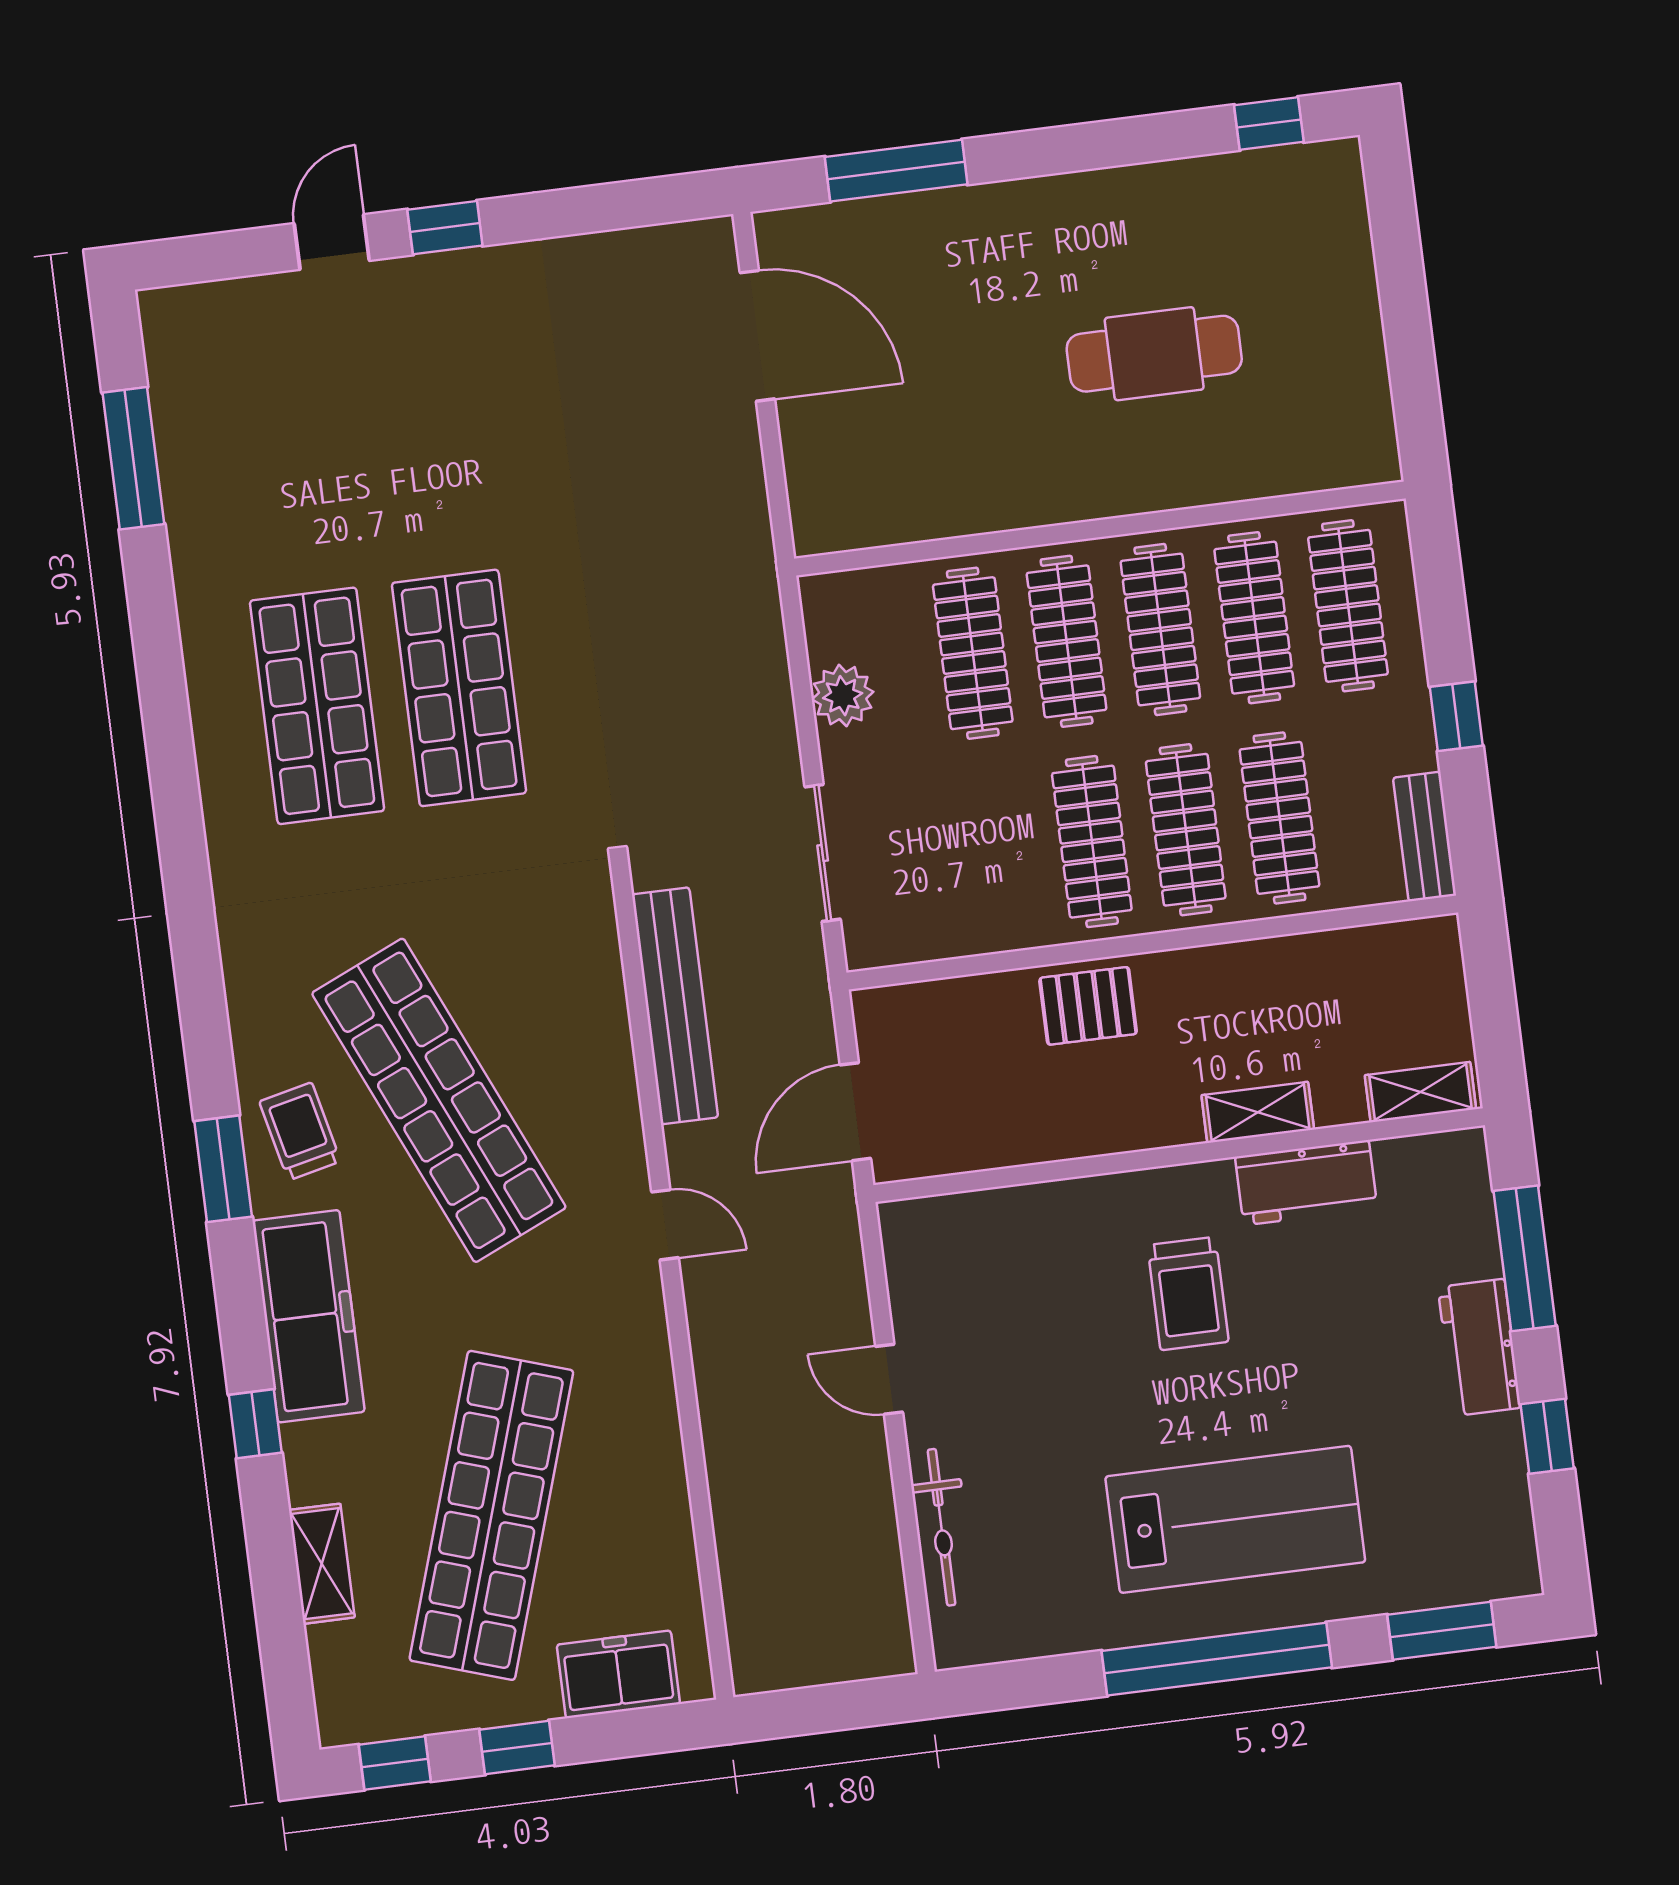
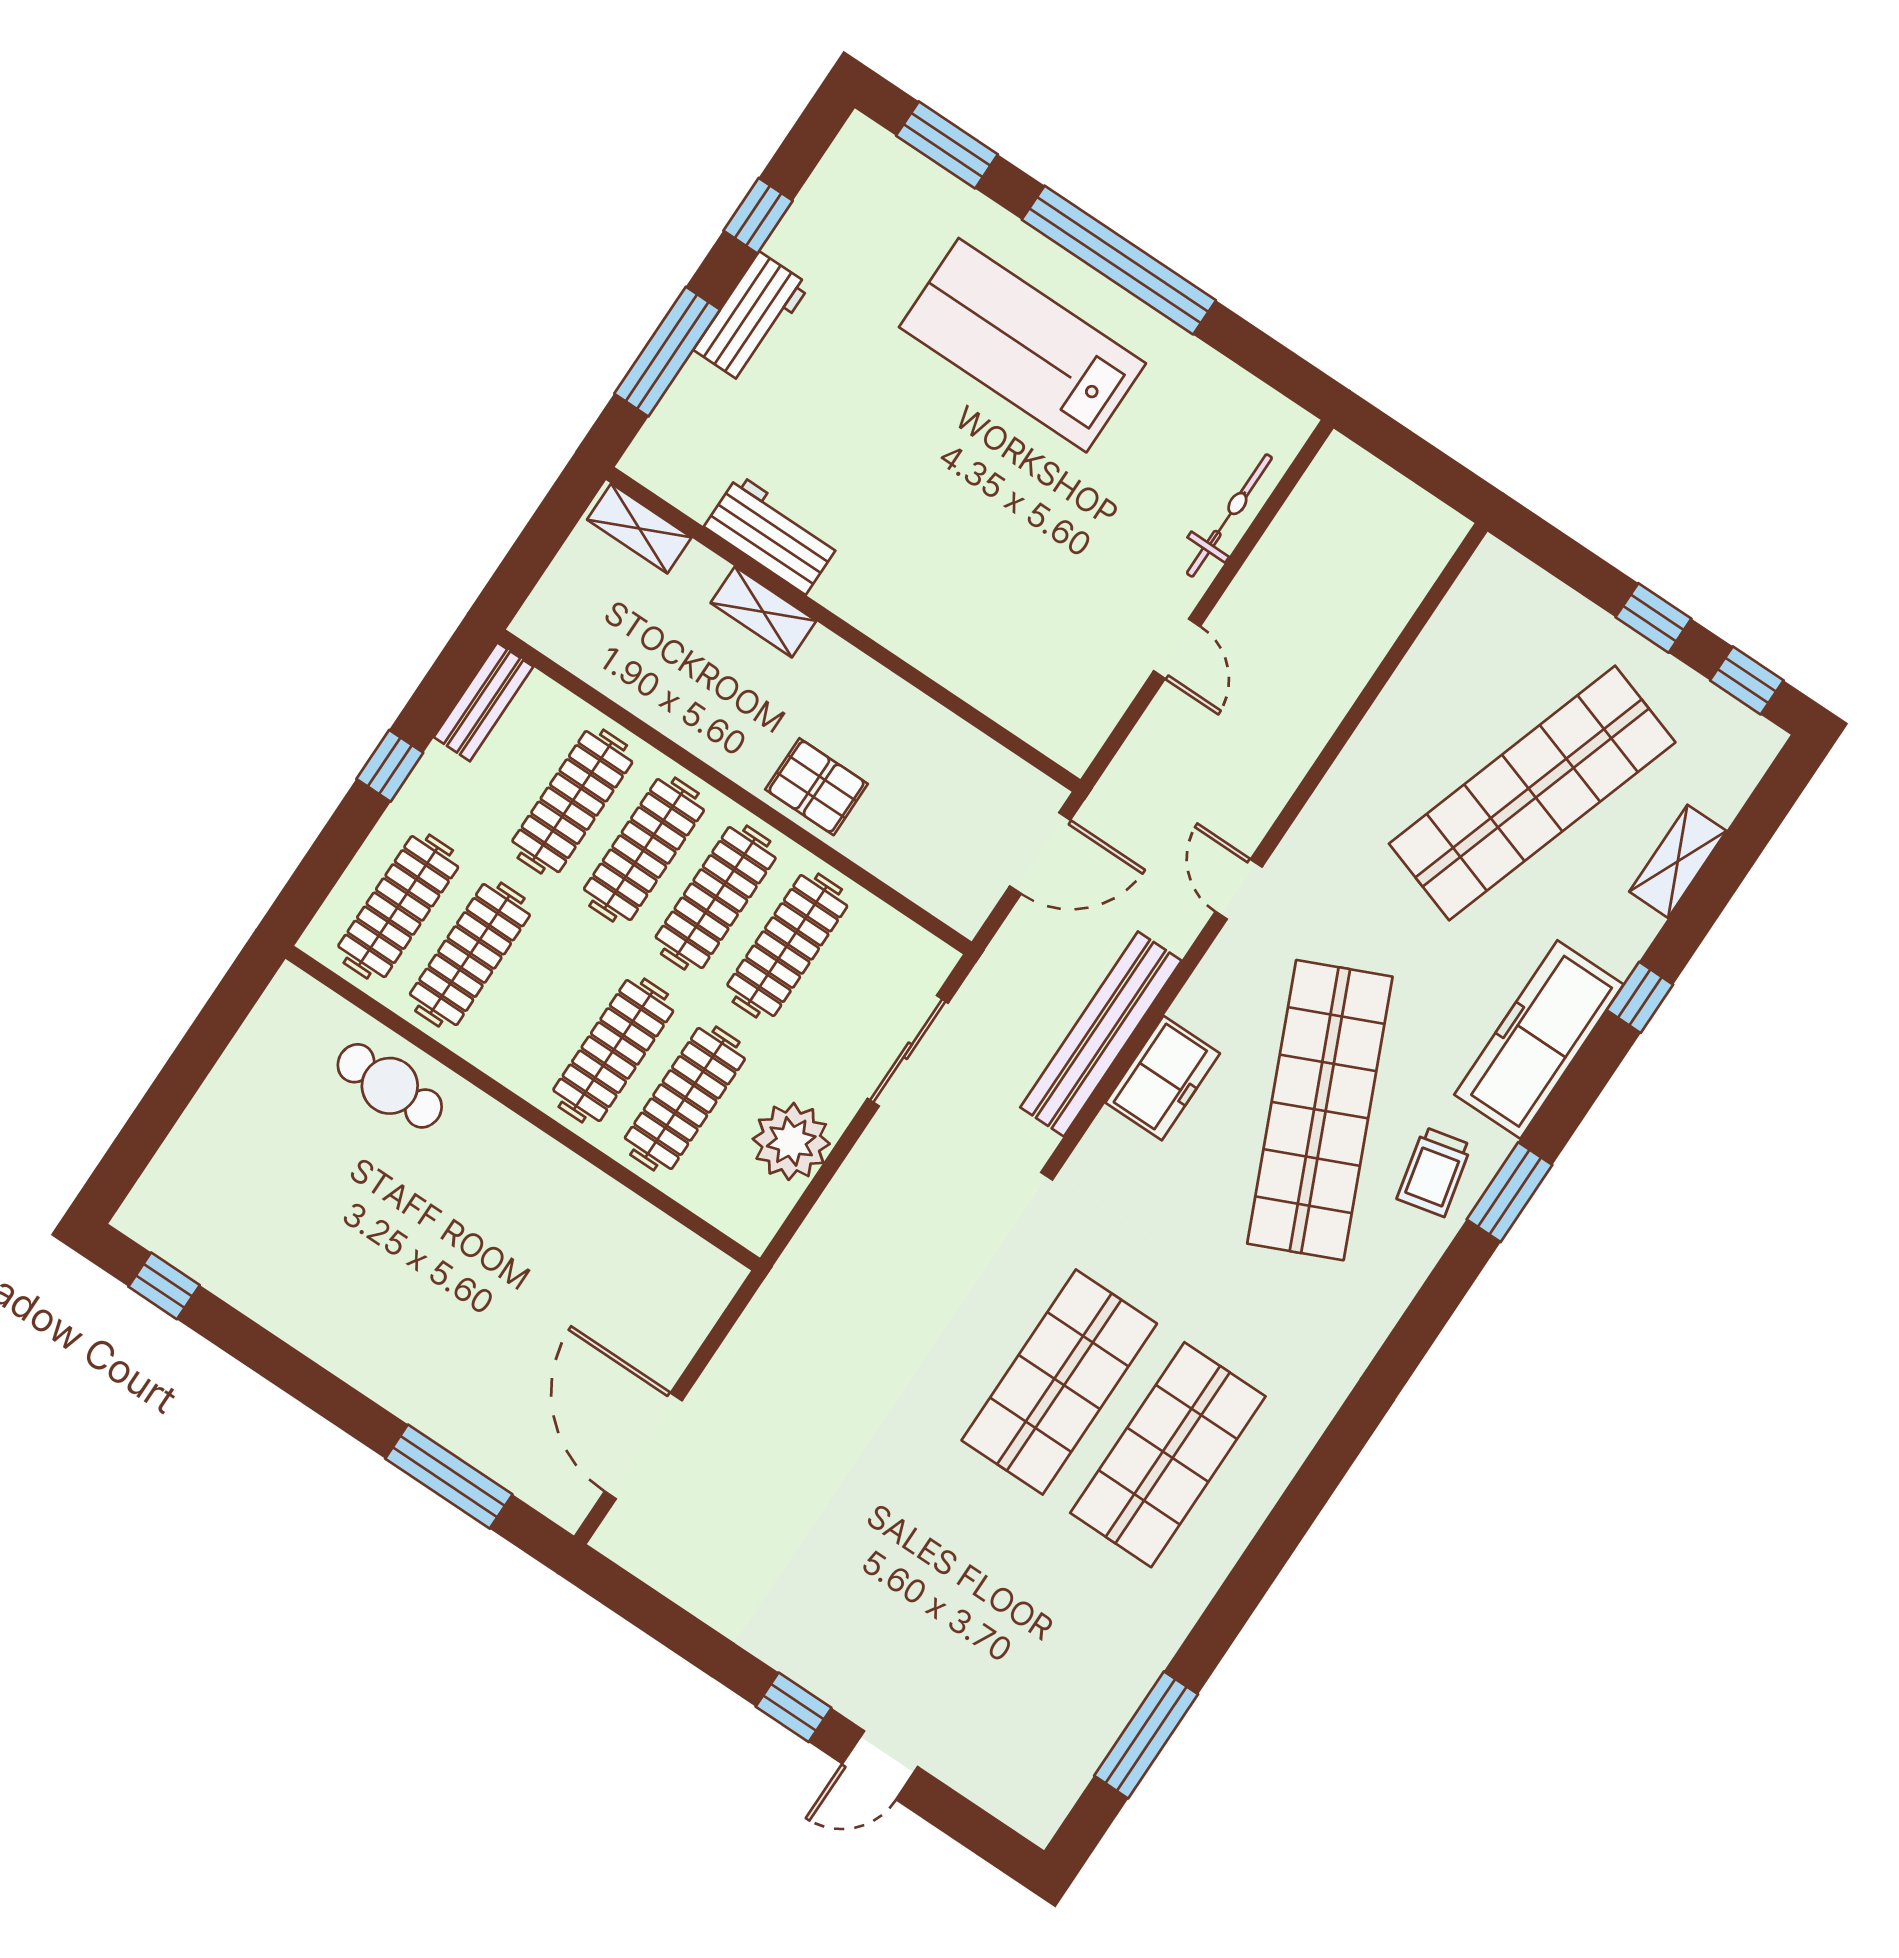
cafe table: (1154, 354) -> (390, 1086), moved, width x0.73, depth x0.74
clothes rail: (1160, 629) -> (787, 946), moved
plant: (843, 696) -> (791, 1141), width x1.36, depth x1.36
trolley: (1188, 1293) -> (920, 529), removed
freezer: (618, 1674) -> (1163, 1078), moved, turned -90

